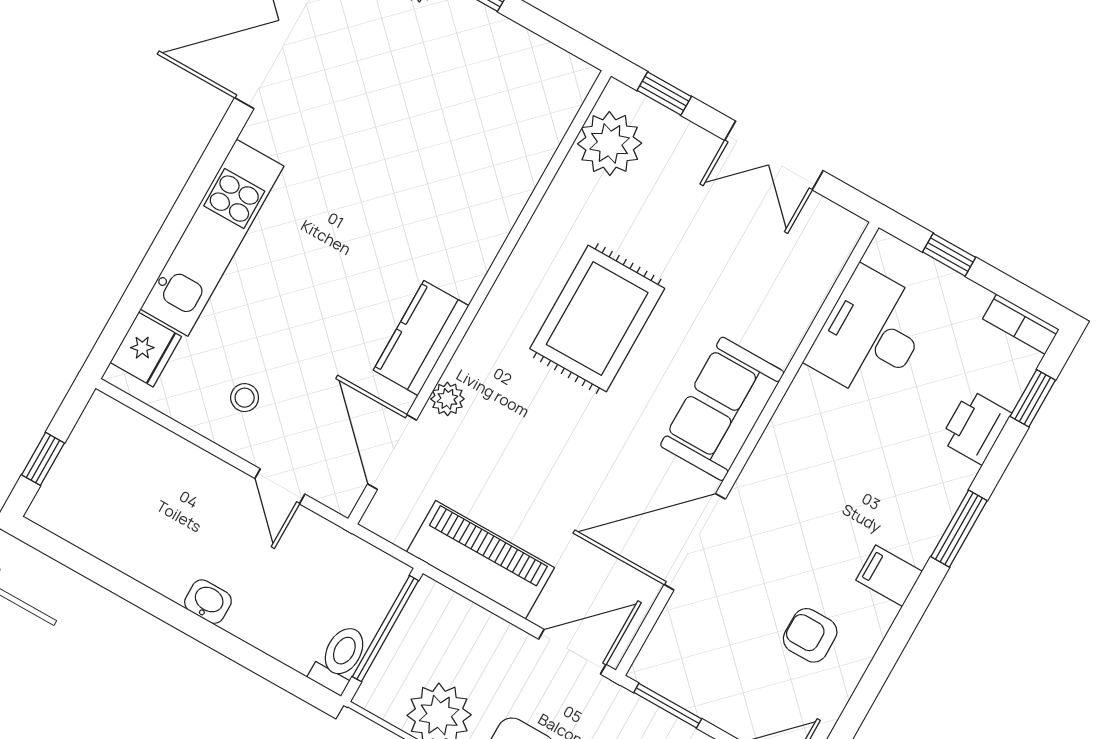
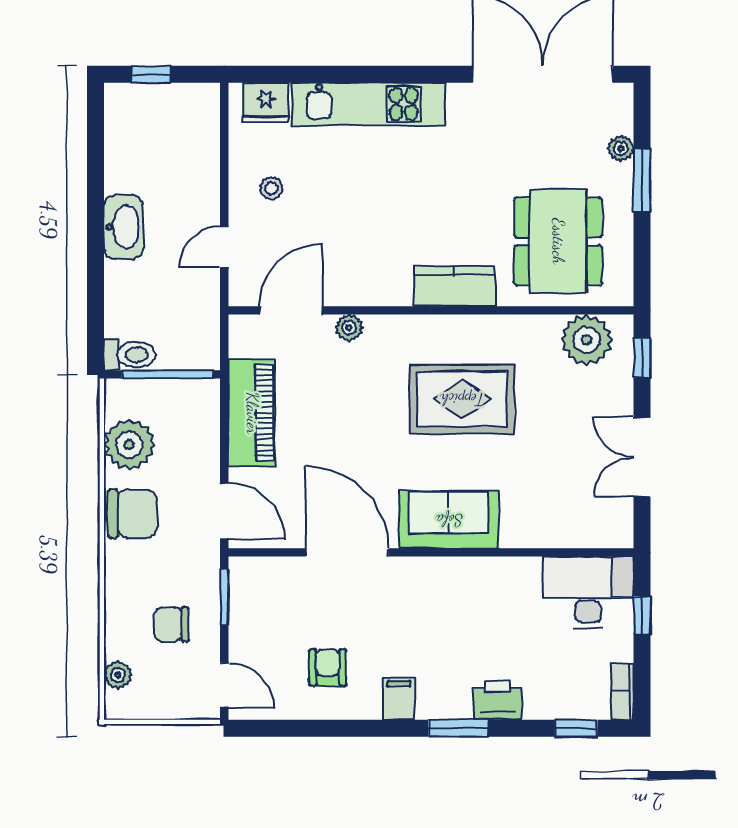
dining table: (483, 113) -> (558, 241), added
desk: (870, 334) -> (588, 592), moved
kitchen counter: (421, 338) -> (454, 286), moved
printer: (975, 427) -> (497, 700), moved
washbasin: (208, 602) -> (124, 227), width x1.91, depth x1.45

